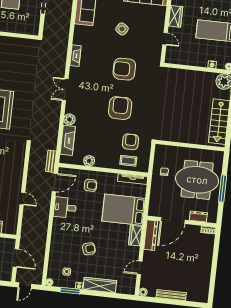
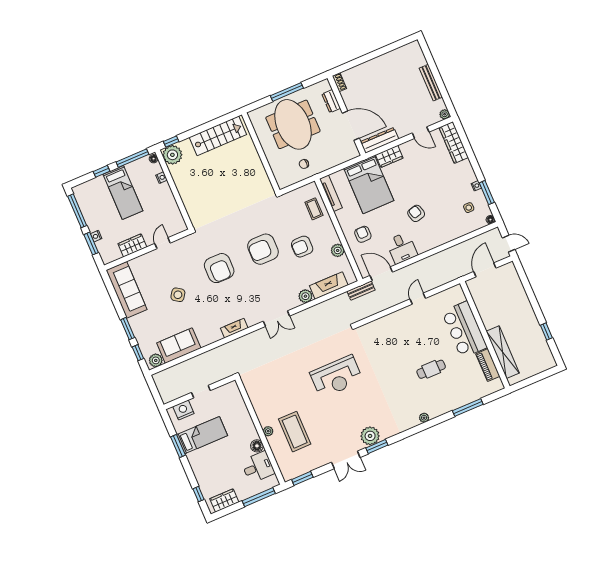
armchair: (131, 142) -> (302, 247), moved
armchair: (89, 249) -> (416, 213), moved
wardrobe: (100, 285) -> (454, 142), moved

